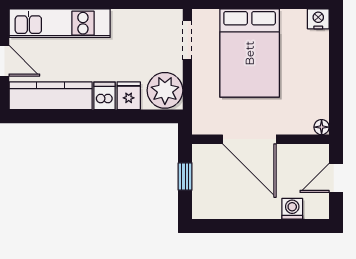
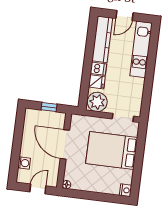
door: (249, 139) -> (65, 144), hinge flipped
door: (336, 178) -> (38, 189), hinge flipped

